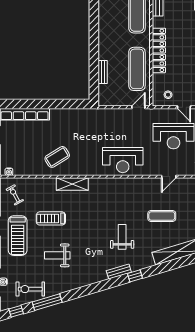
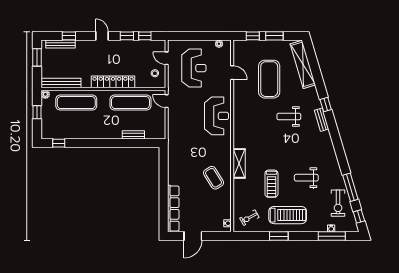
door: (184, 107) -> (167, 58), swing flipped
exercise mat: (162, 216) -> (269, 79), width x2.00, depth x1.45
weight bench: (57, 255) -> (306, 178), turned 90

